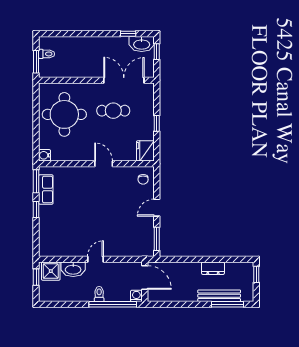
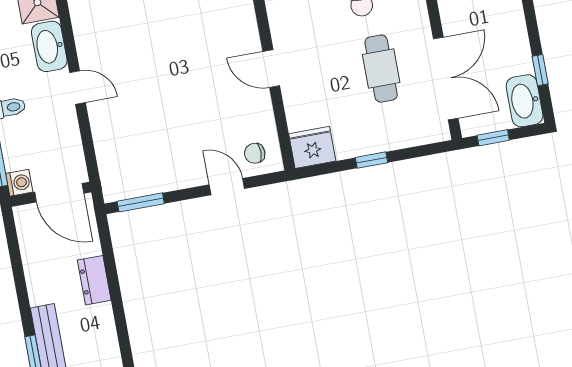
window: (157, 52) -> (493, 138), moved
door: (104, 164) -> (271, 69), swing flipped
door: (157, 208) -> (227, 187), moved
dresser: (213, 268) -> (94, 280), moved
door: (145, 277) -> (59, 193), hinge flipped

